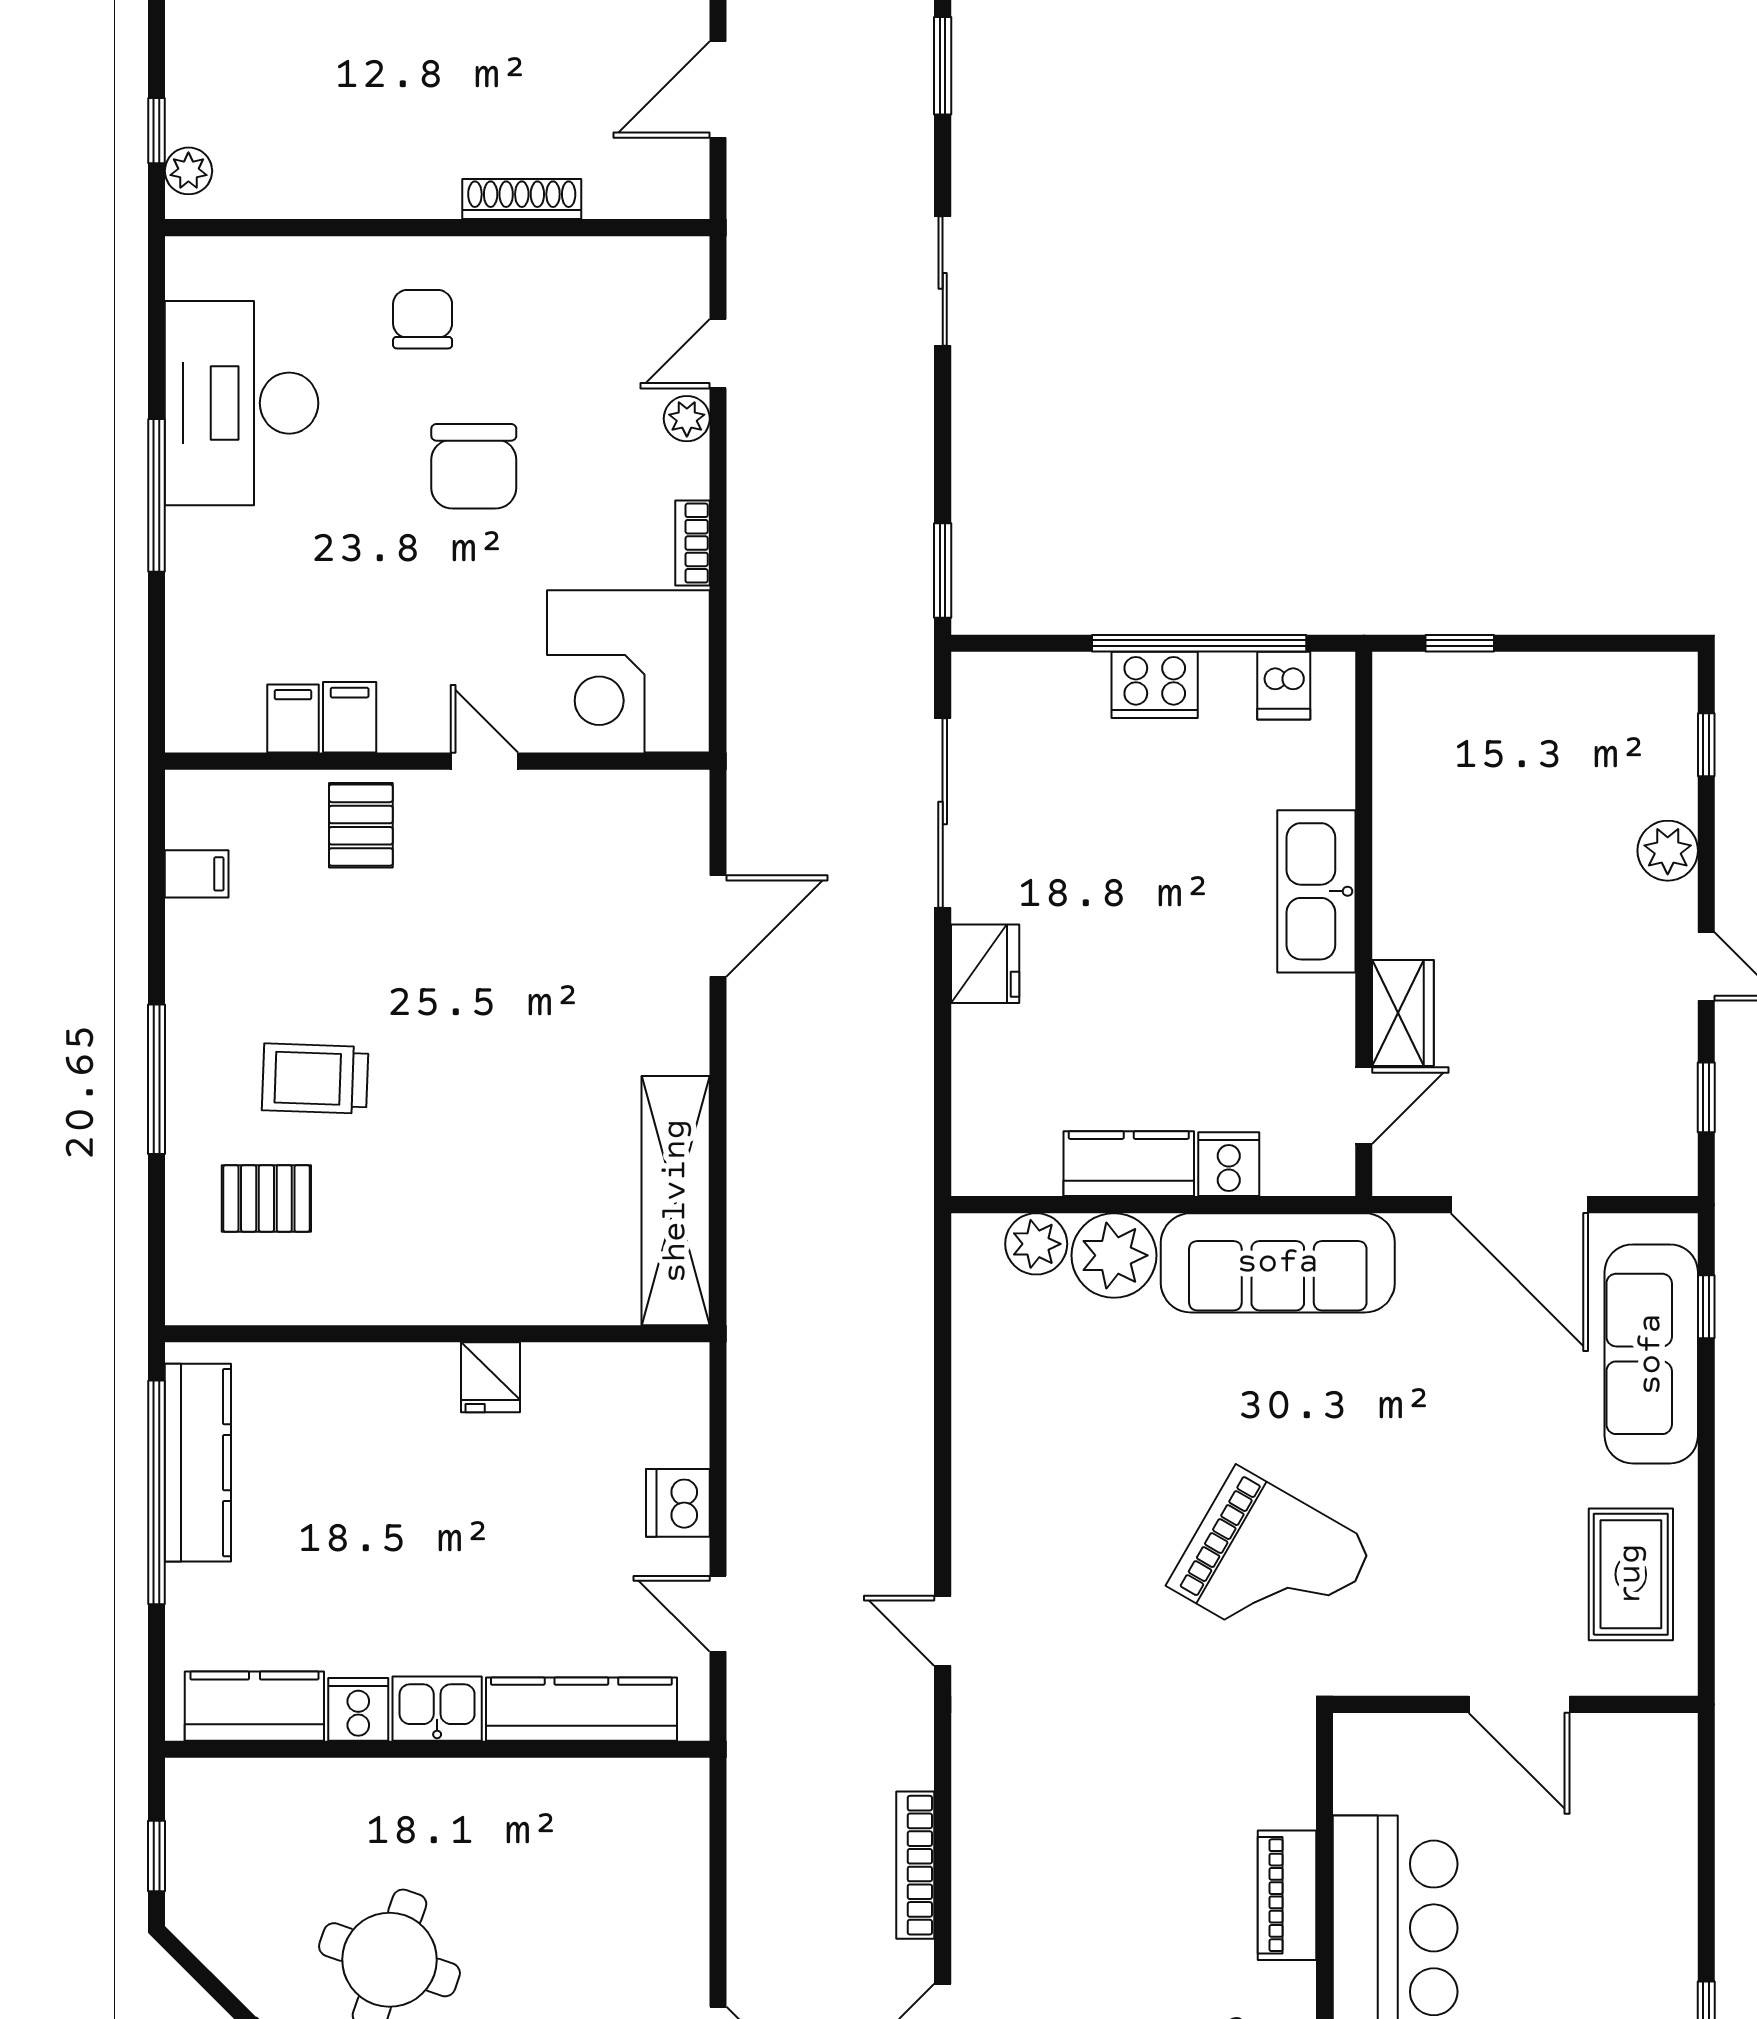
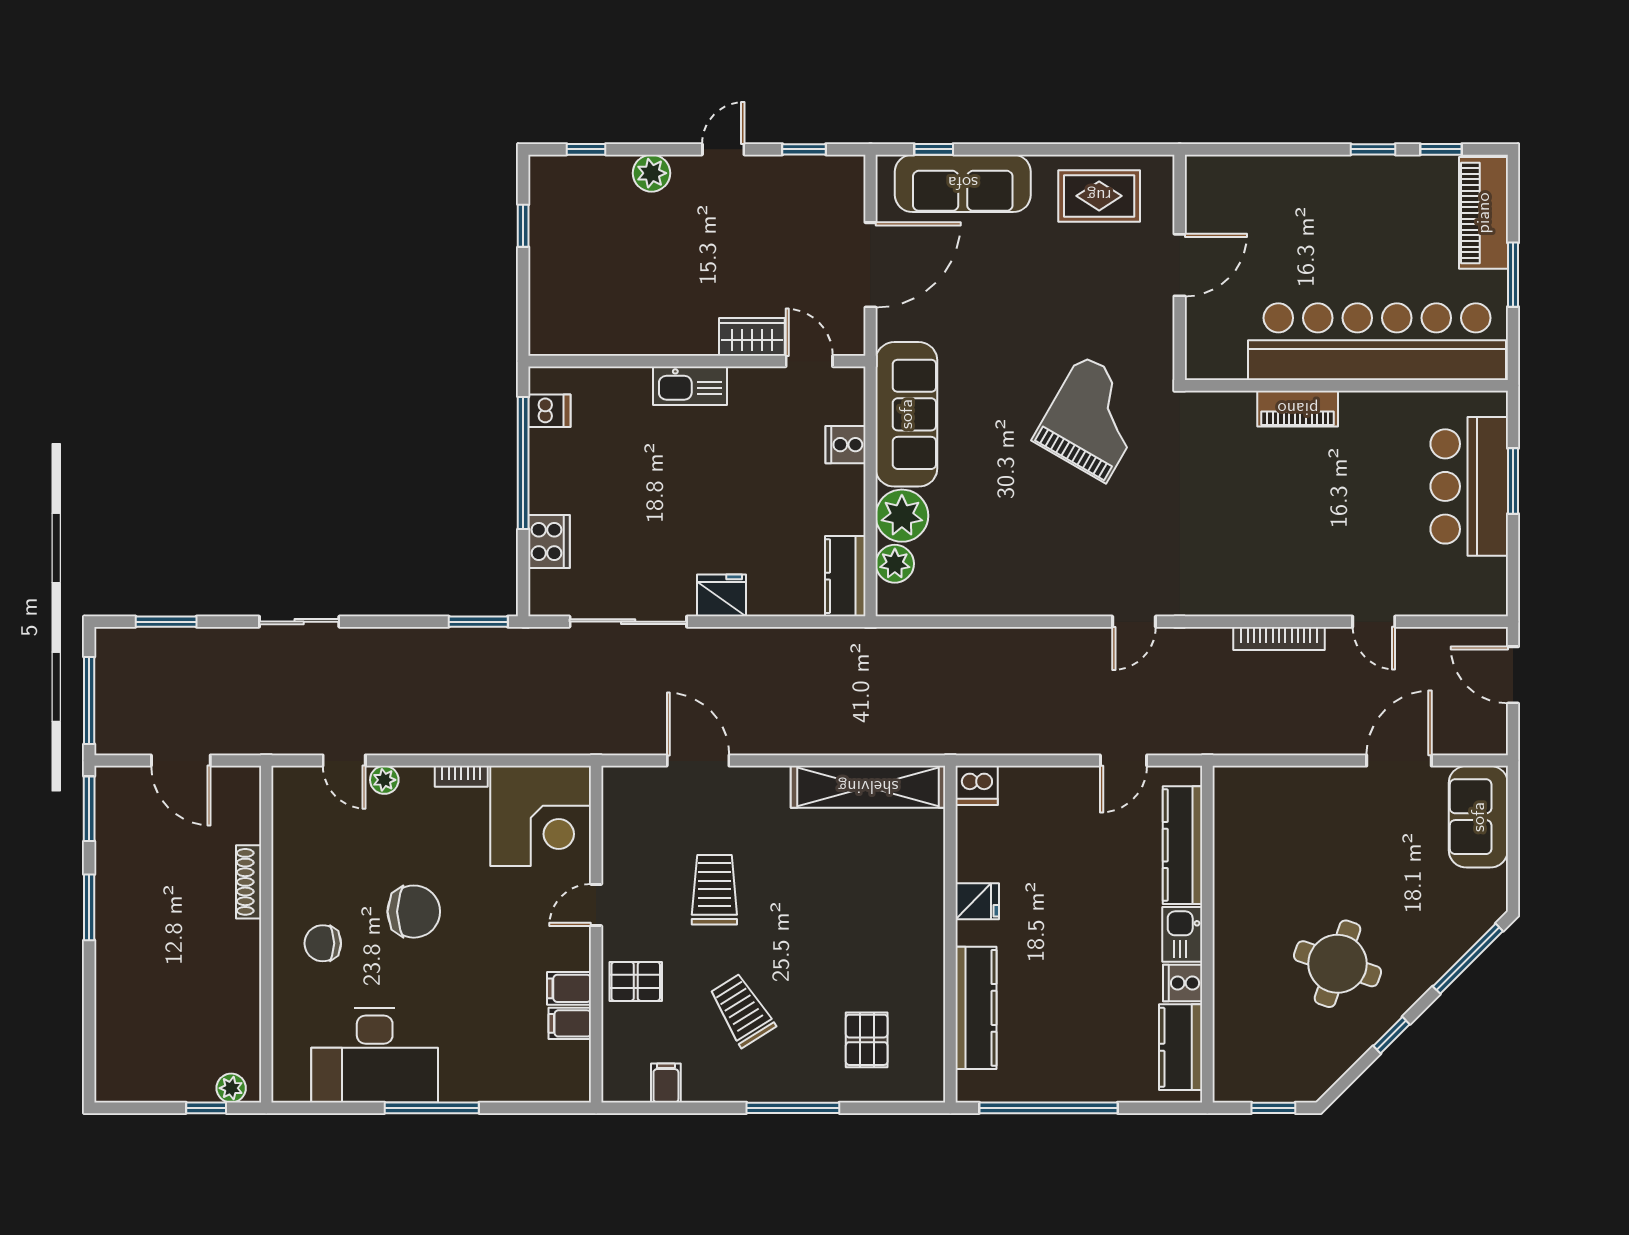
window: (1460, 643) -> (523, 226), moved
cooker: (1155, 685) -> (549, 541), moved
kitchen sink: (1316, 891) -> (690, 386), width x0.73, depth x0.81
trolley: (509, 952) -> (714, 890), added
trolley: (315, 1079) -> (742, 1010), moved, turned 146
kitchen counter: (1129, 1164) -> (845, 576), moved
kitchen counter: (198, 1463) -> (976, 1008), moved, turned 90
dishwasher: (678, 1503) -> (977, 785), moved

